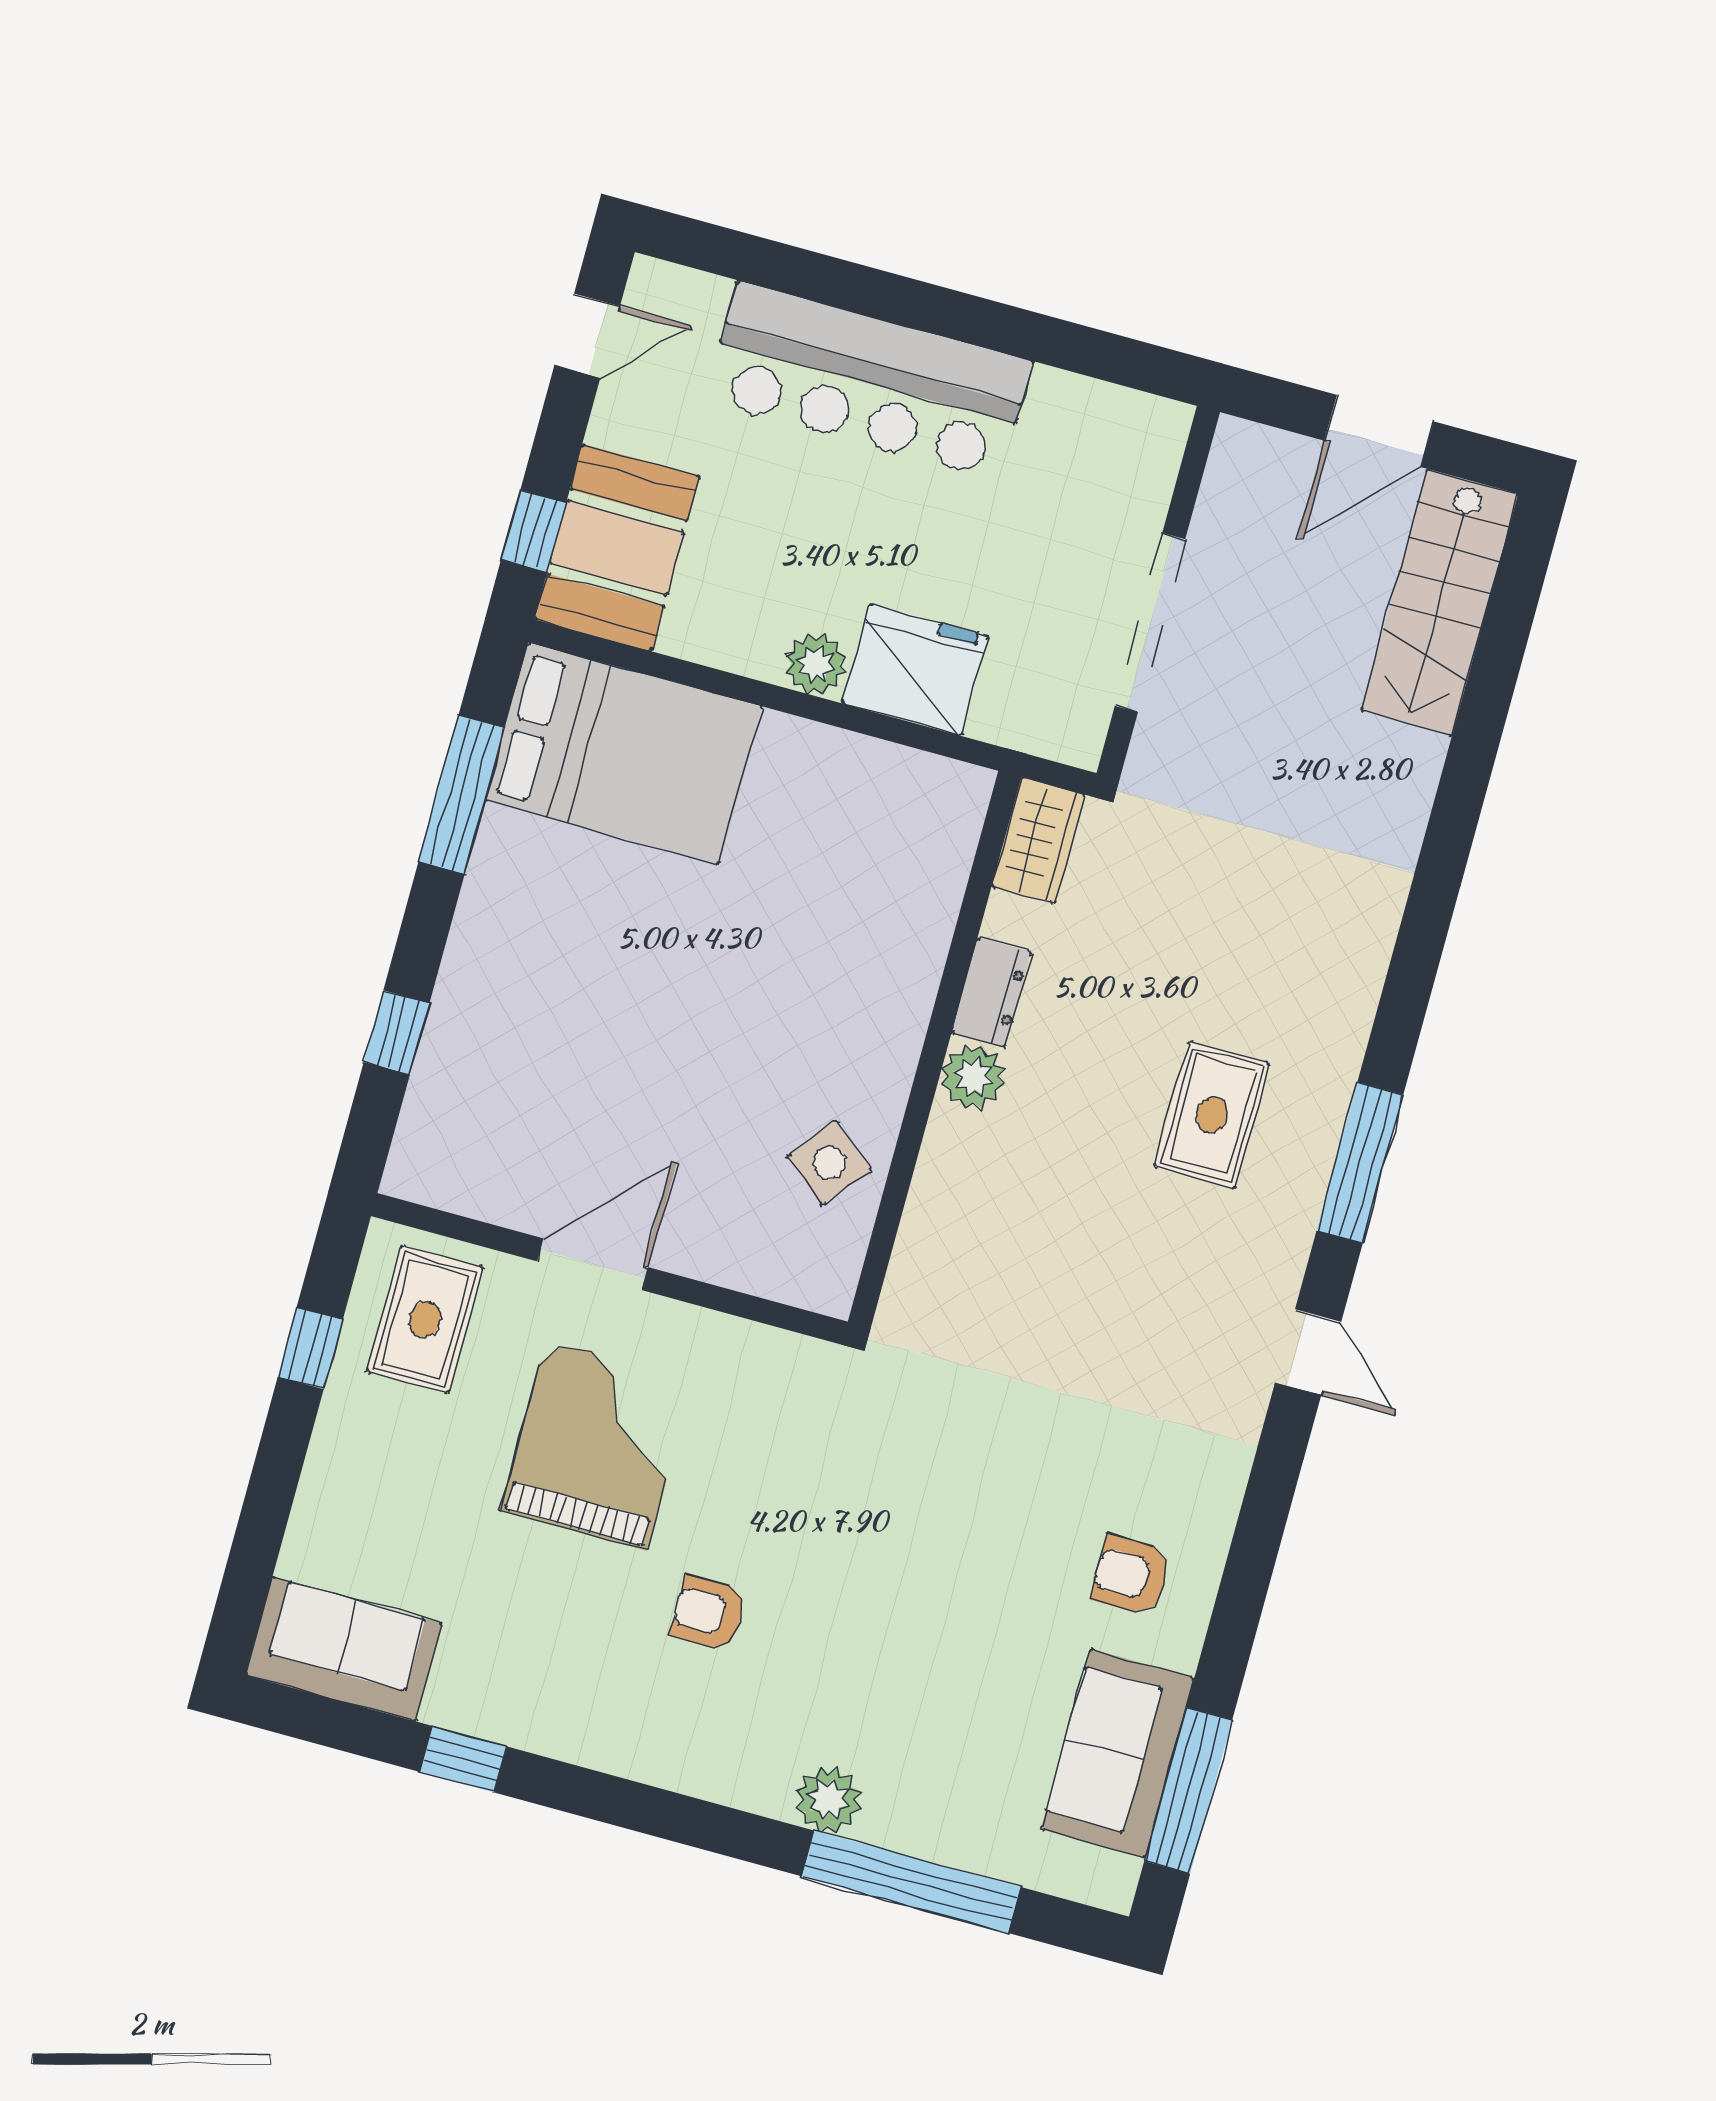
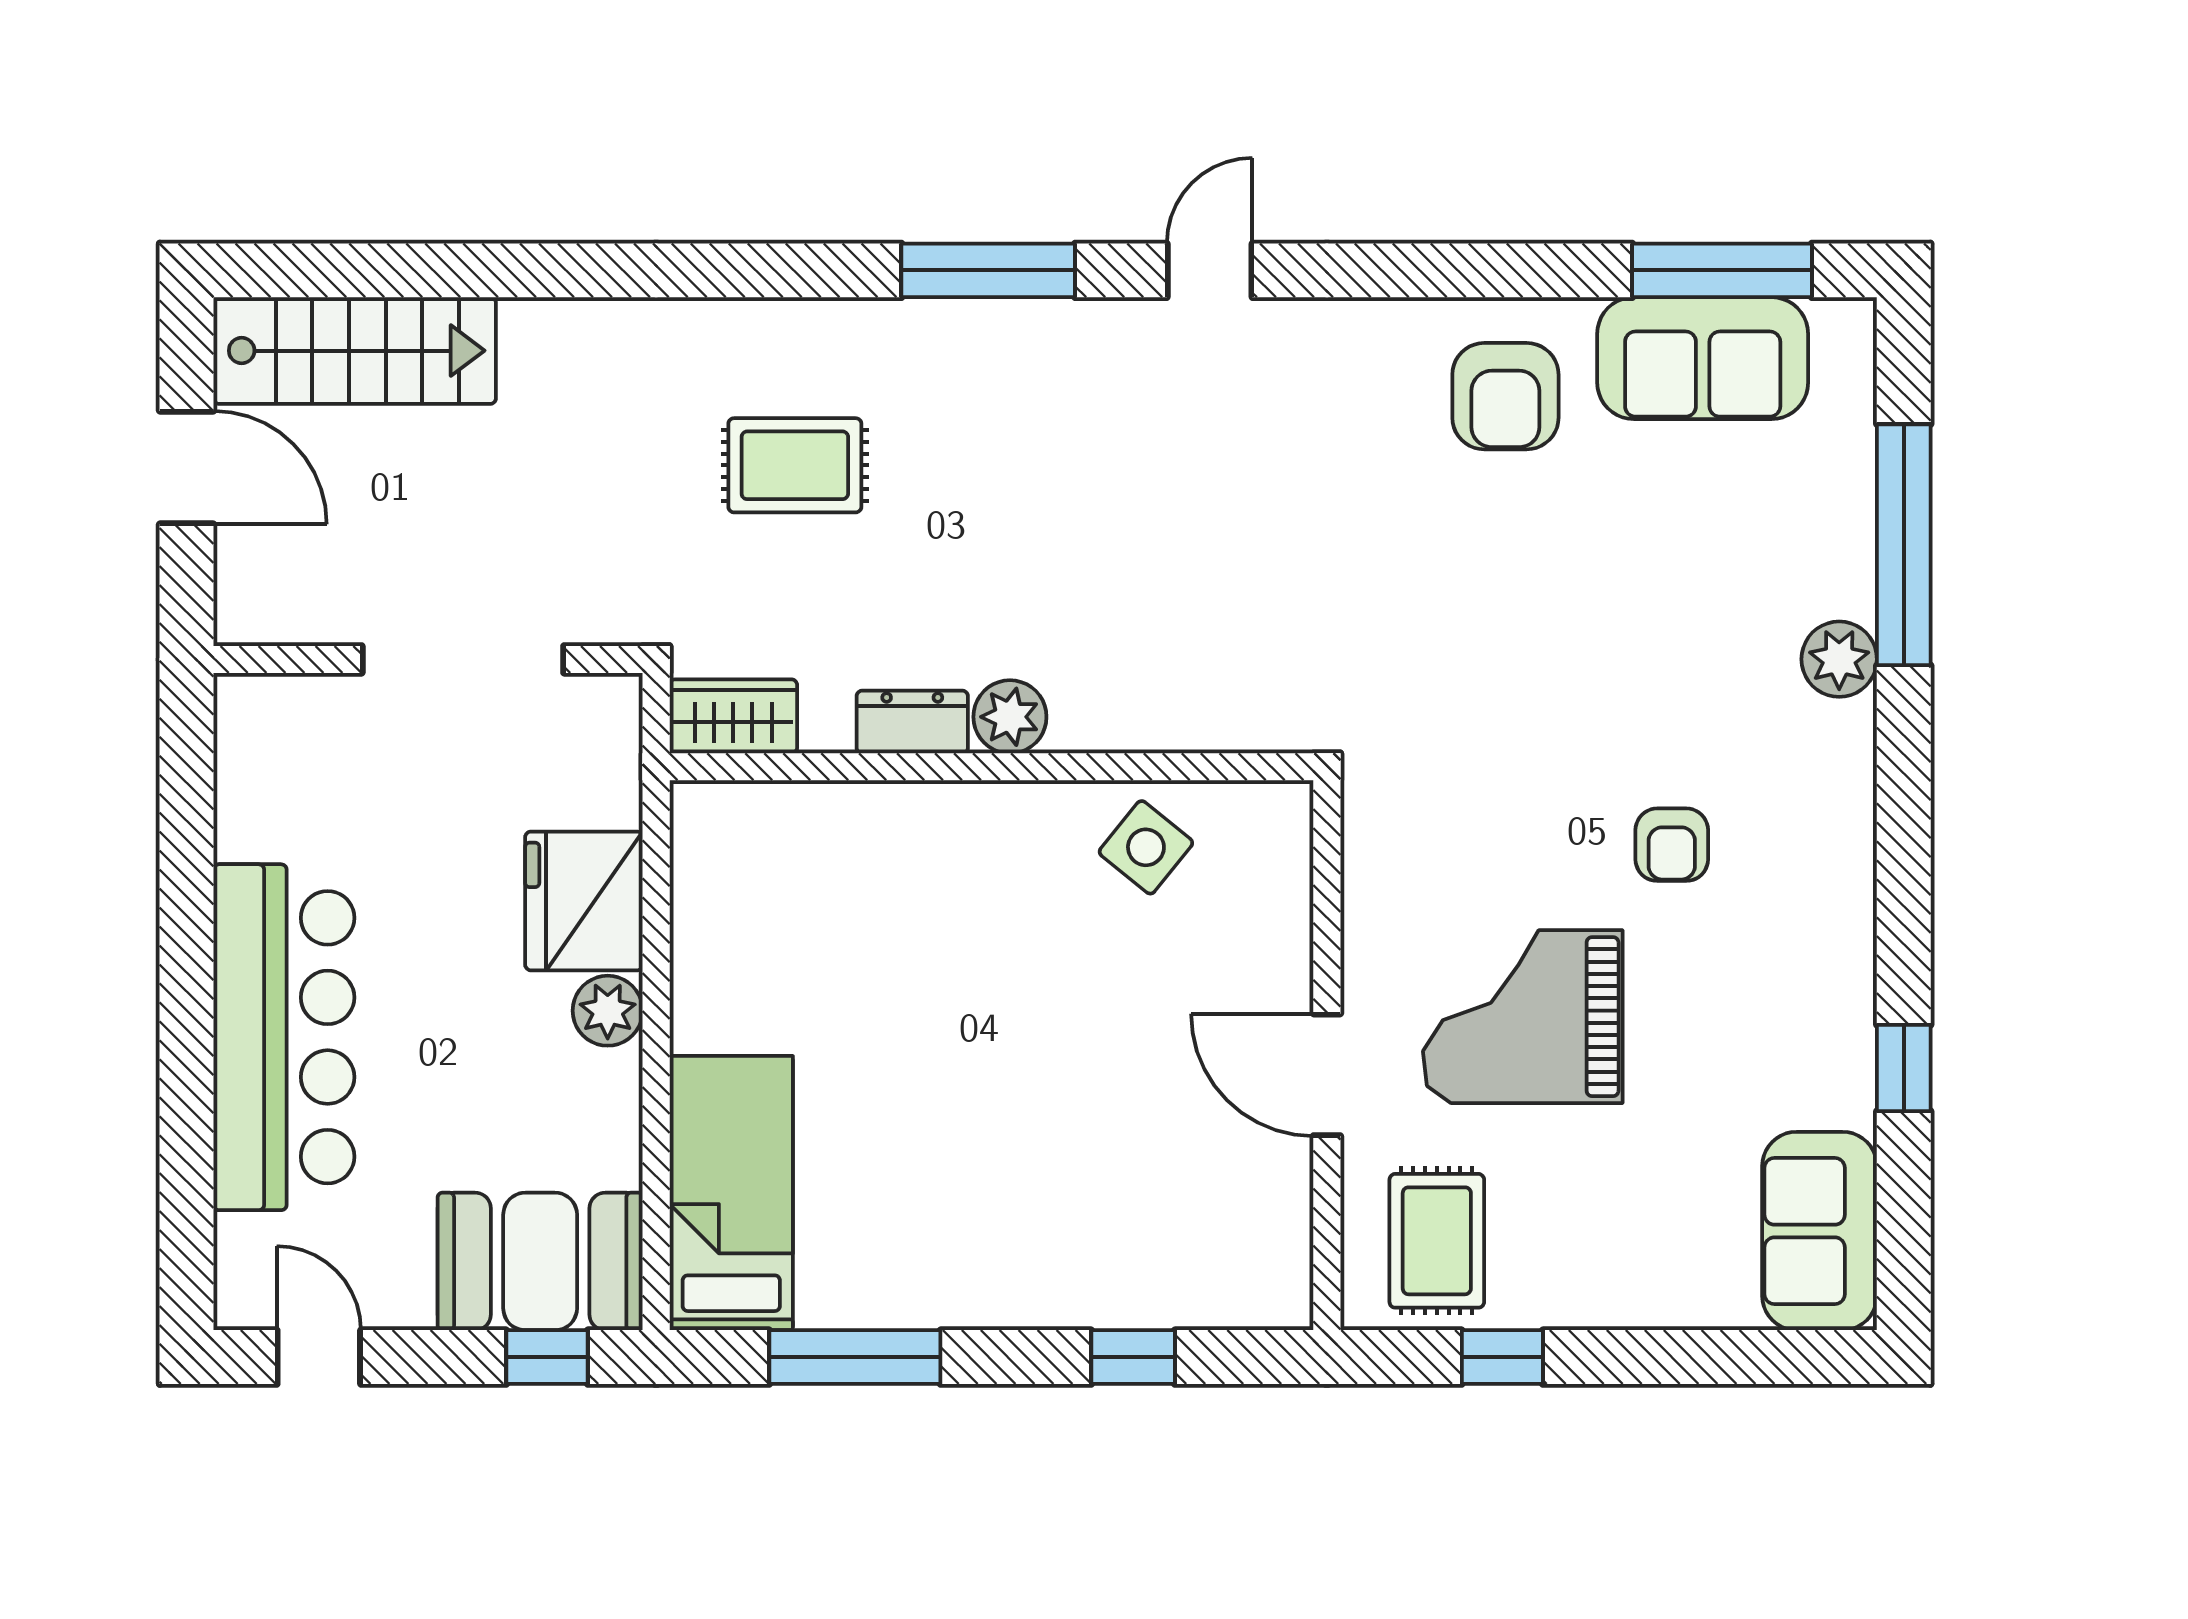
bed: (624, 754) -> (731, 1193), width x0.67
rug: (1212, 1115) -> (795, 465), moved
rug: (425, 1319) -> (1437, 1241), turned 90
armchair: (1131, 1576) -> (1505, 396), width x1.38, depth x1.38

